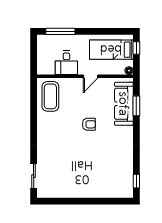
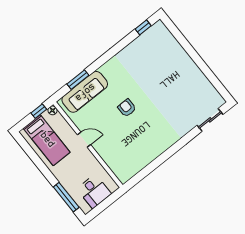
window: (136, 48) -> (39, 111), moved
desk: (66, 63) -> (94, 191), moved, turned 90
coffee table: (50, 96) -> (129, 161), removed

